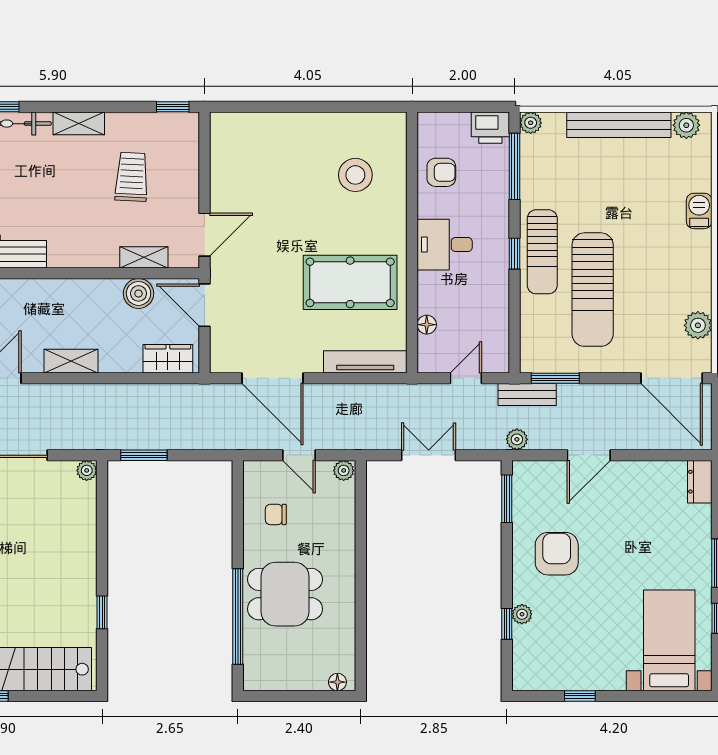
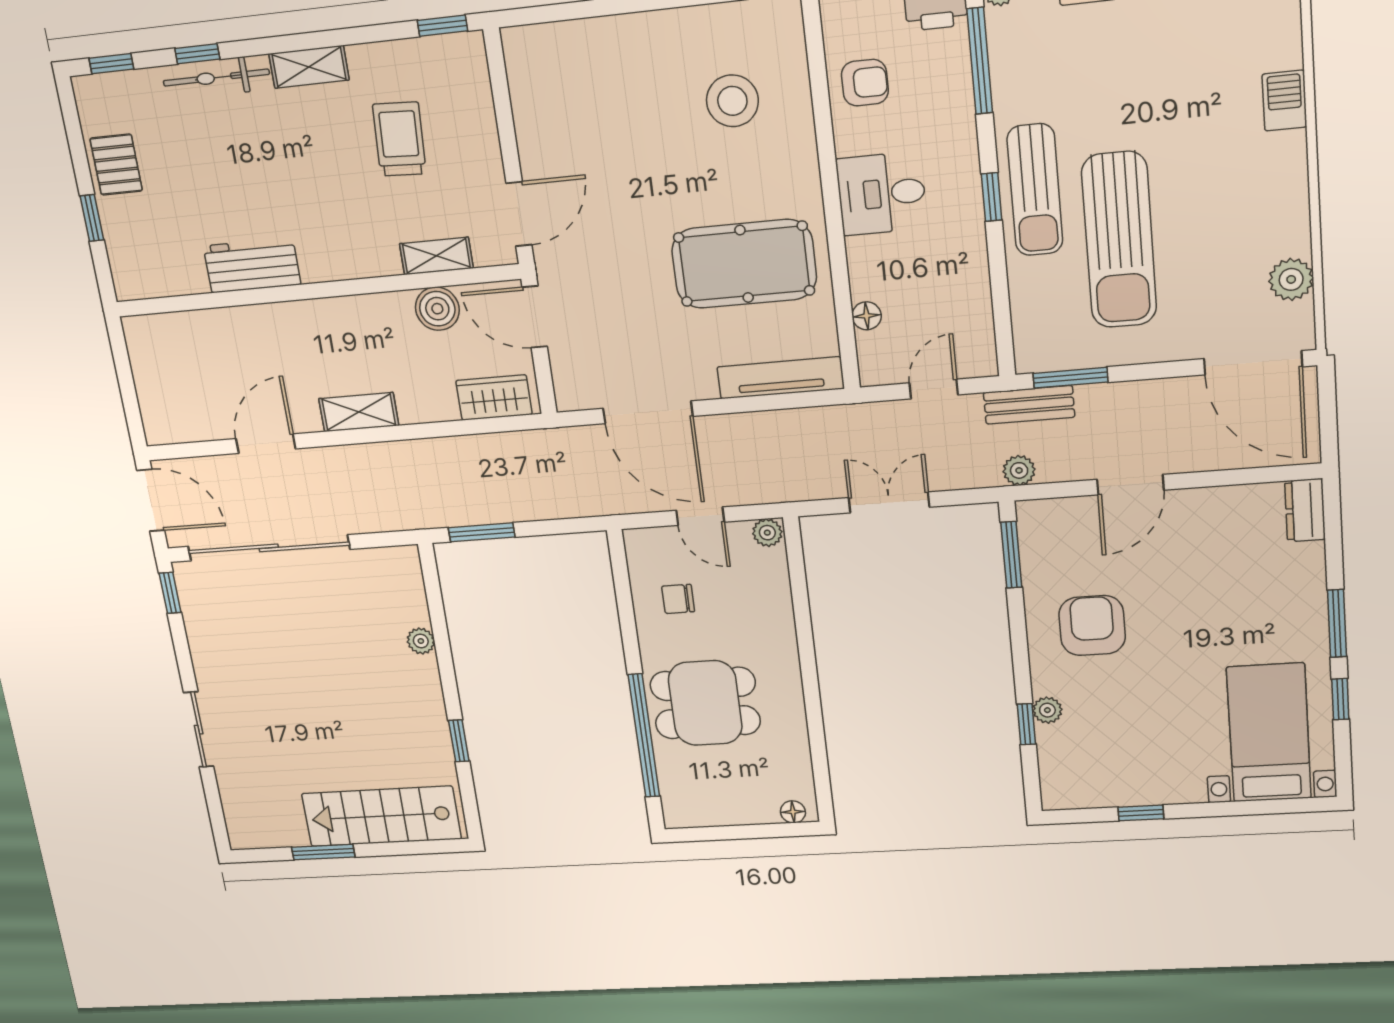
plant: (87, 470) -> (421, 641), moved

